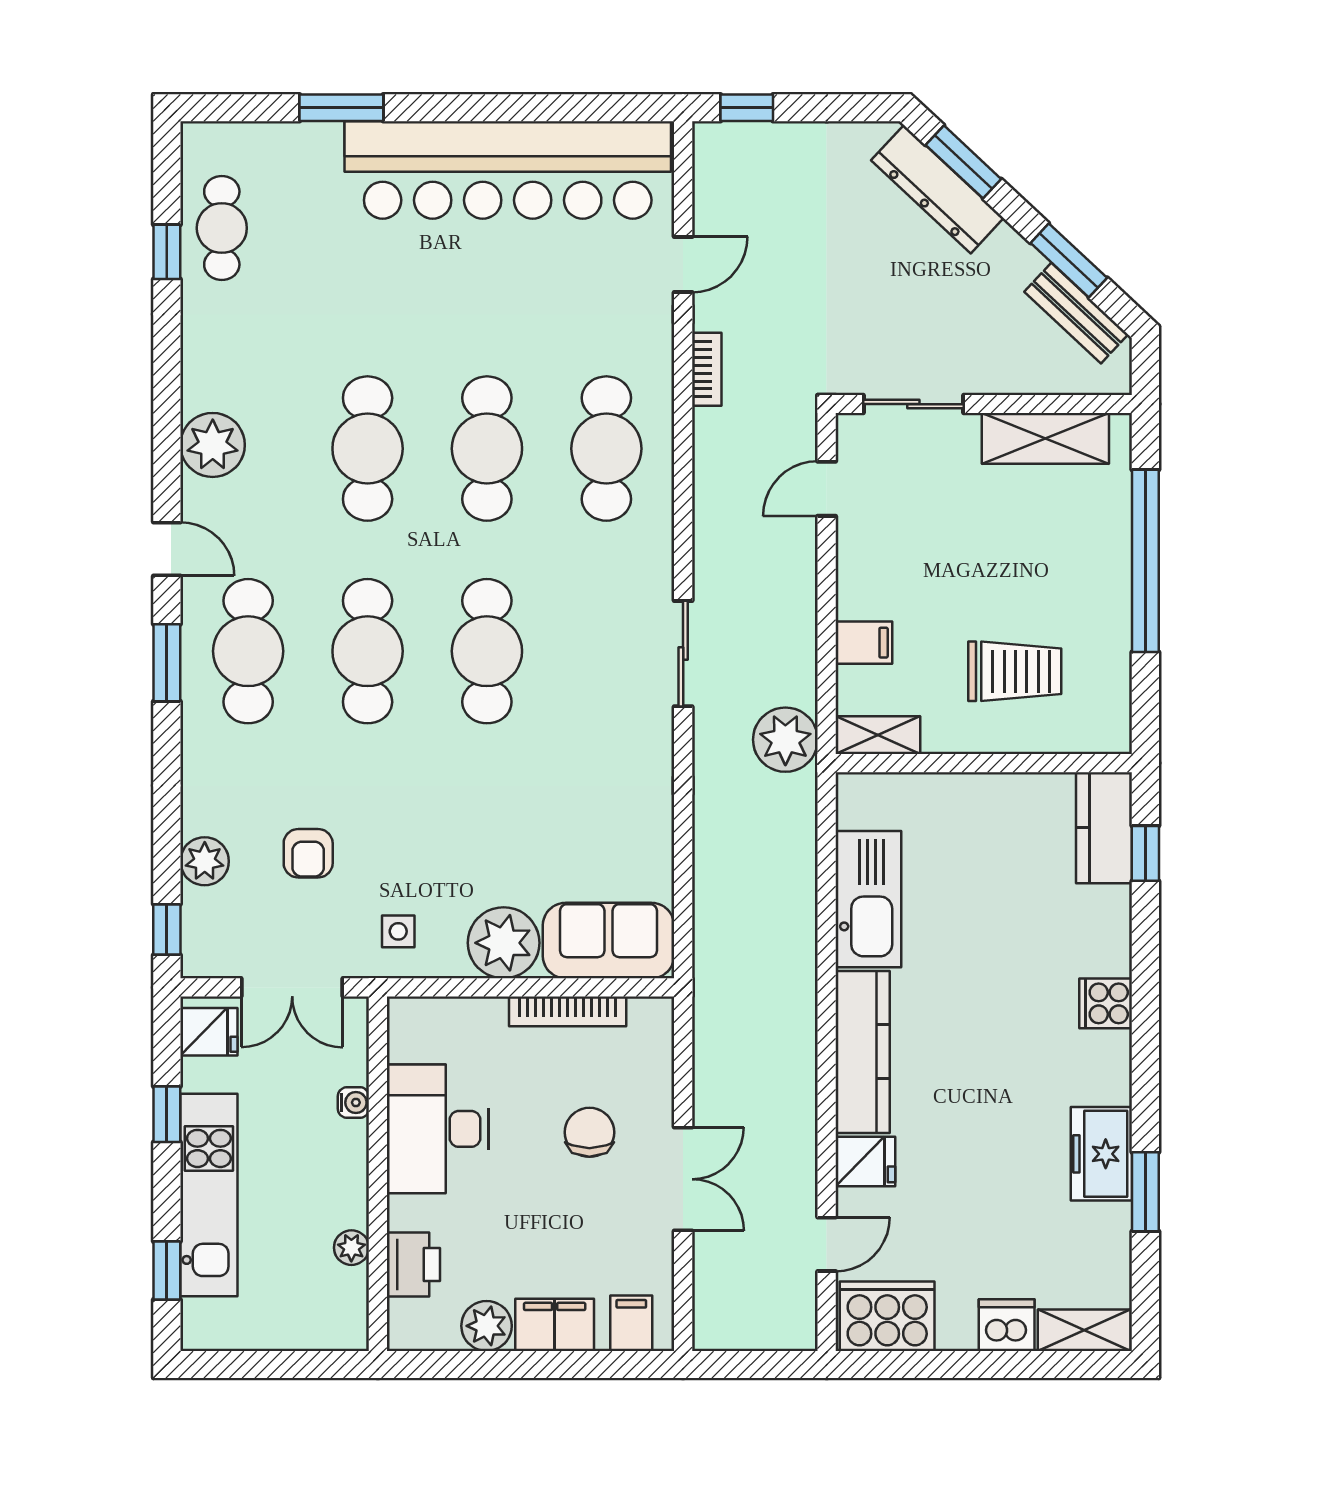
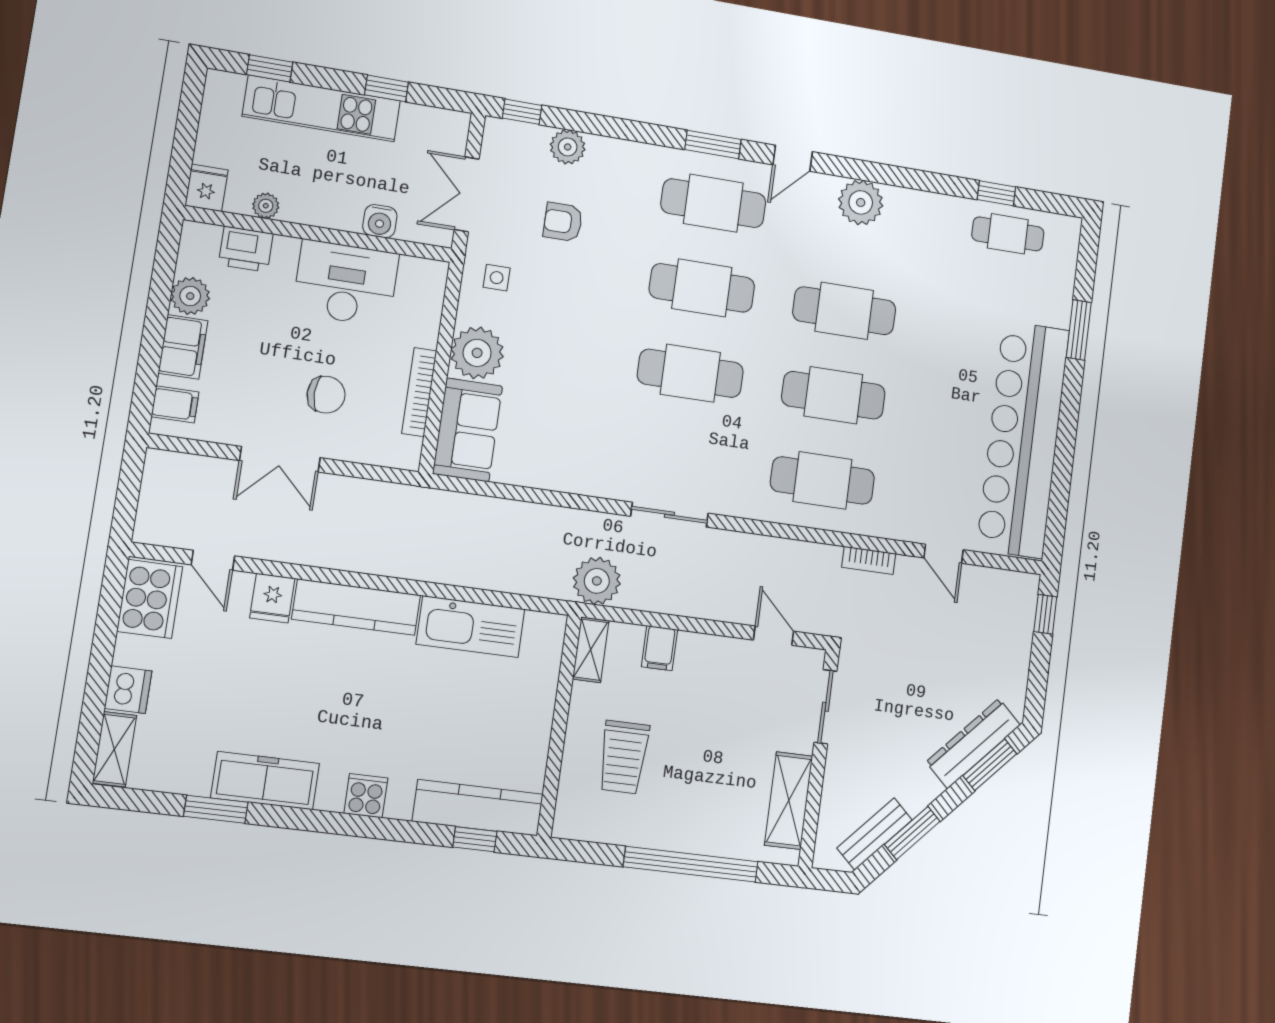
kitchen counter: (1104, 828) -> (478, 808), width x1.50
fridge: (209, 1032) -> (206, 188), moved, turned 180
water cooler: (353, 1103) -> (380, 221), width x1.38, depth x1.38
freezer: (1101, 1154) -> (265, 781), width x1.40

